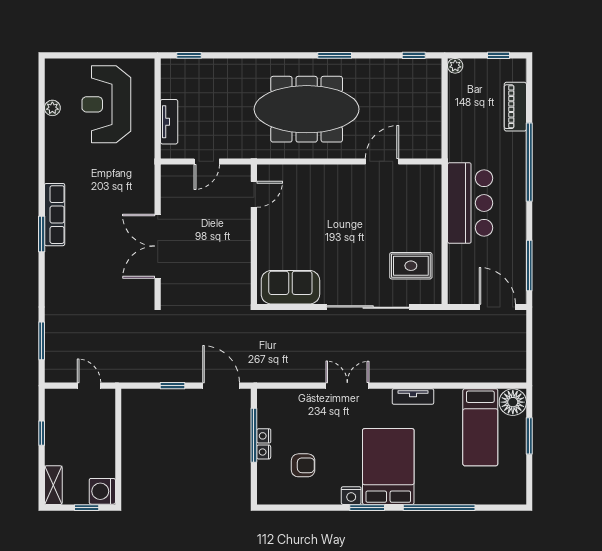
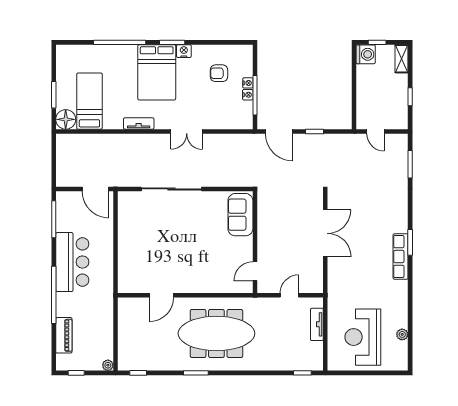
reception desk: (106, 104) -> (363, 337), turned 180
bar counter: (470, 203) -> (72, 262), moved, turned 180
rug: (411, 266) -> (140, 219), removed
sofa: (290, 287) -> (240, 215), moved, turned 90
door: (497, 307) -> (95, 189), moved

